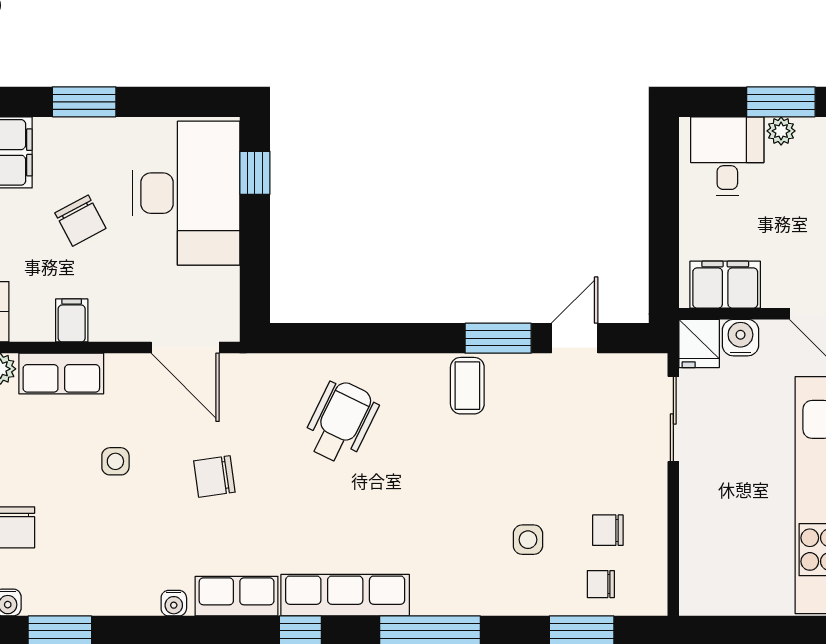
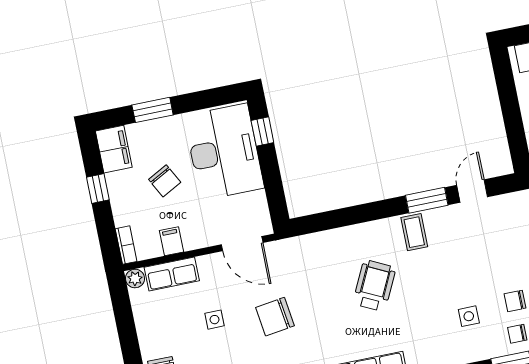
wheelchair: (341, 422) -> (374, 286), moved
chair: (214, 476) -> (275, 317), width x1.37, depth x1.37

